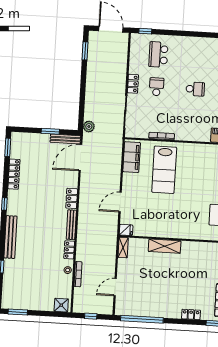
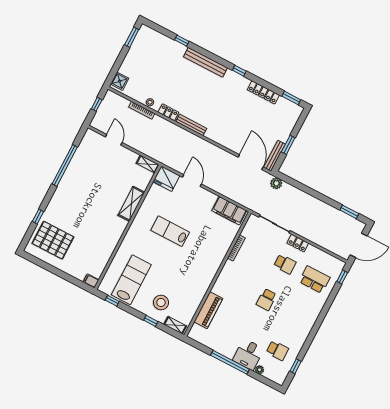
lab bench: (164, 170) -> (170, 231), moved, width x0.73, depth x0.72
locker: (72, 198) -> (216, 136), removed
fridge: (126, 230) -> (166, 179), width x1.88, depth x1.34
locker: (191, 314) -> (56, 200), removed
window: (142, 319) -> (65, 165), moved

